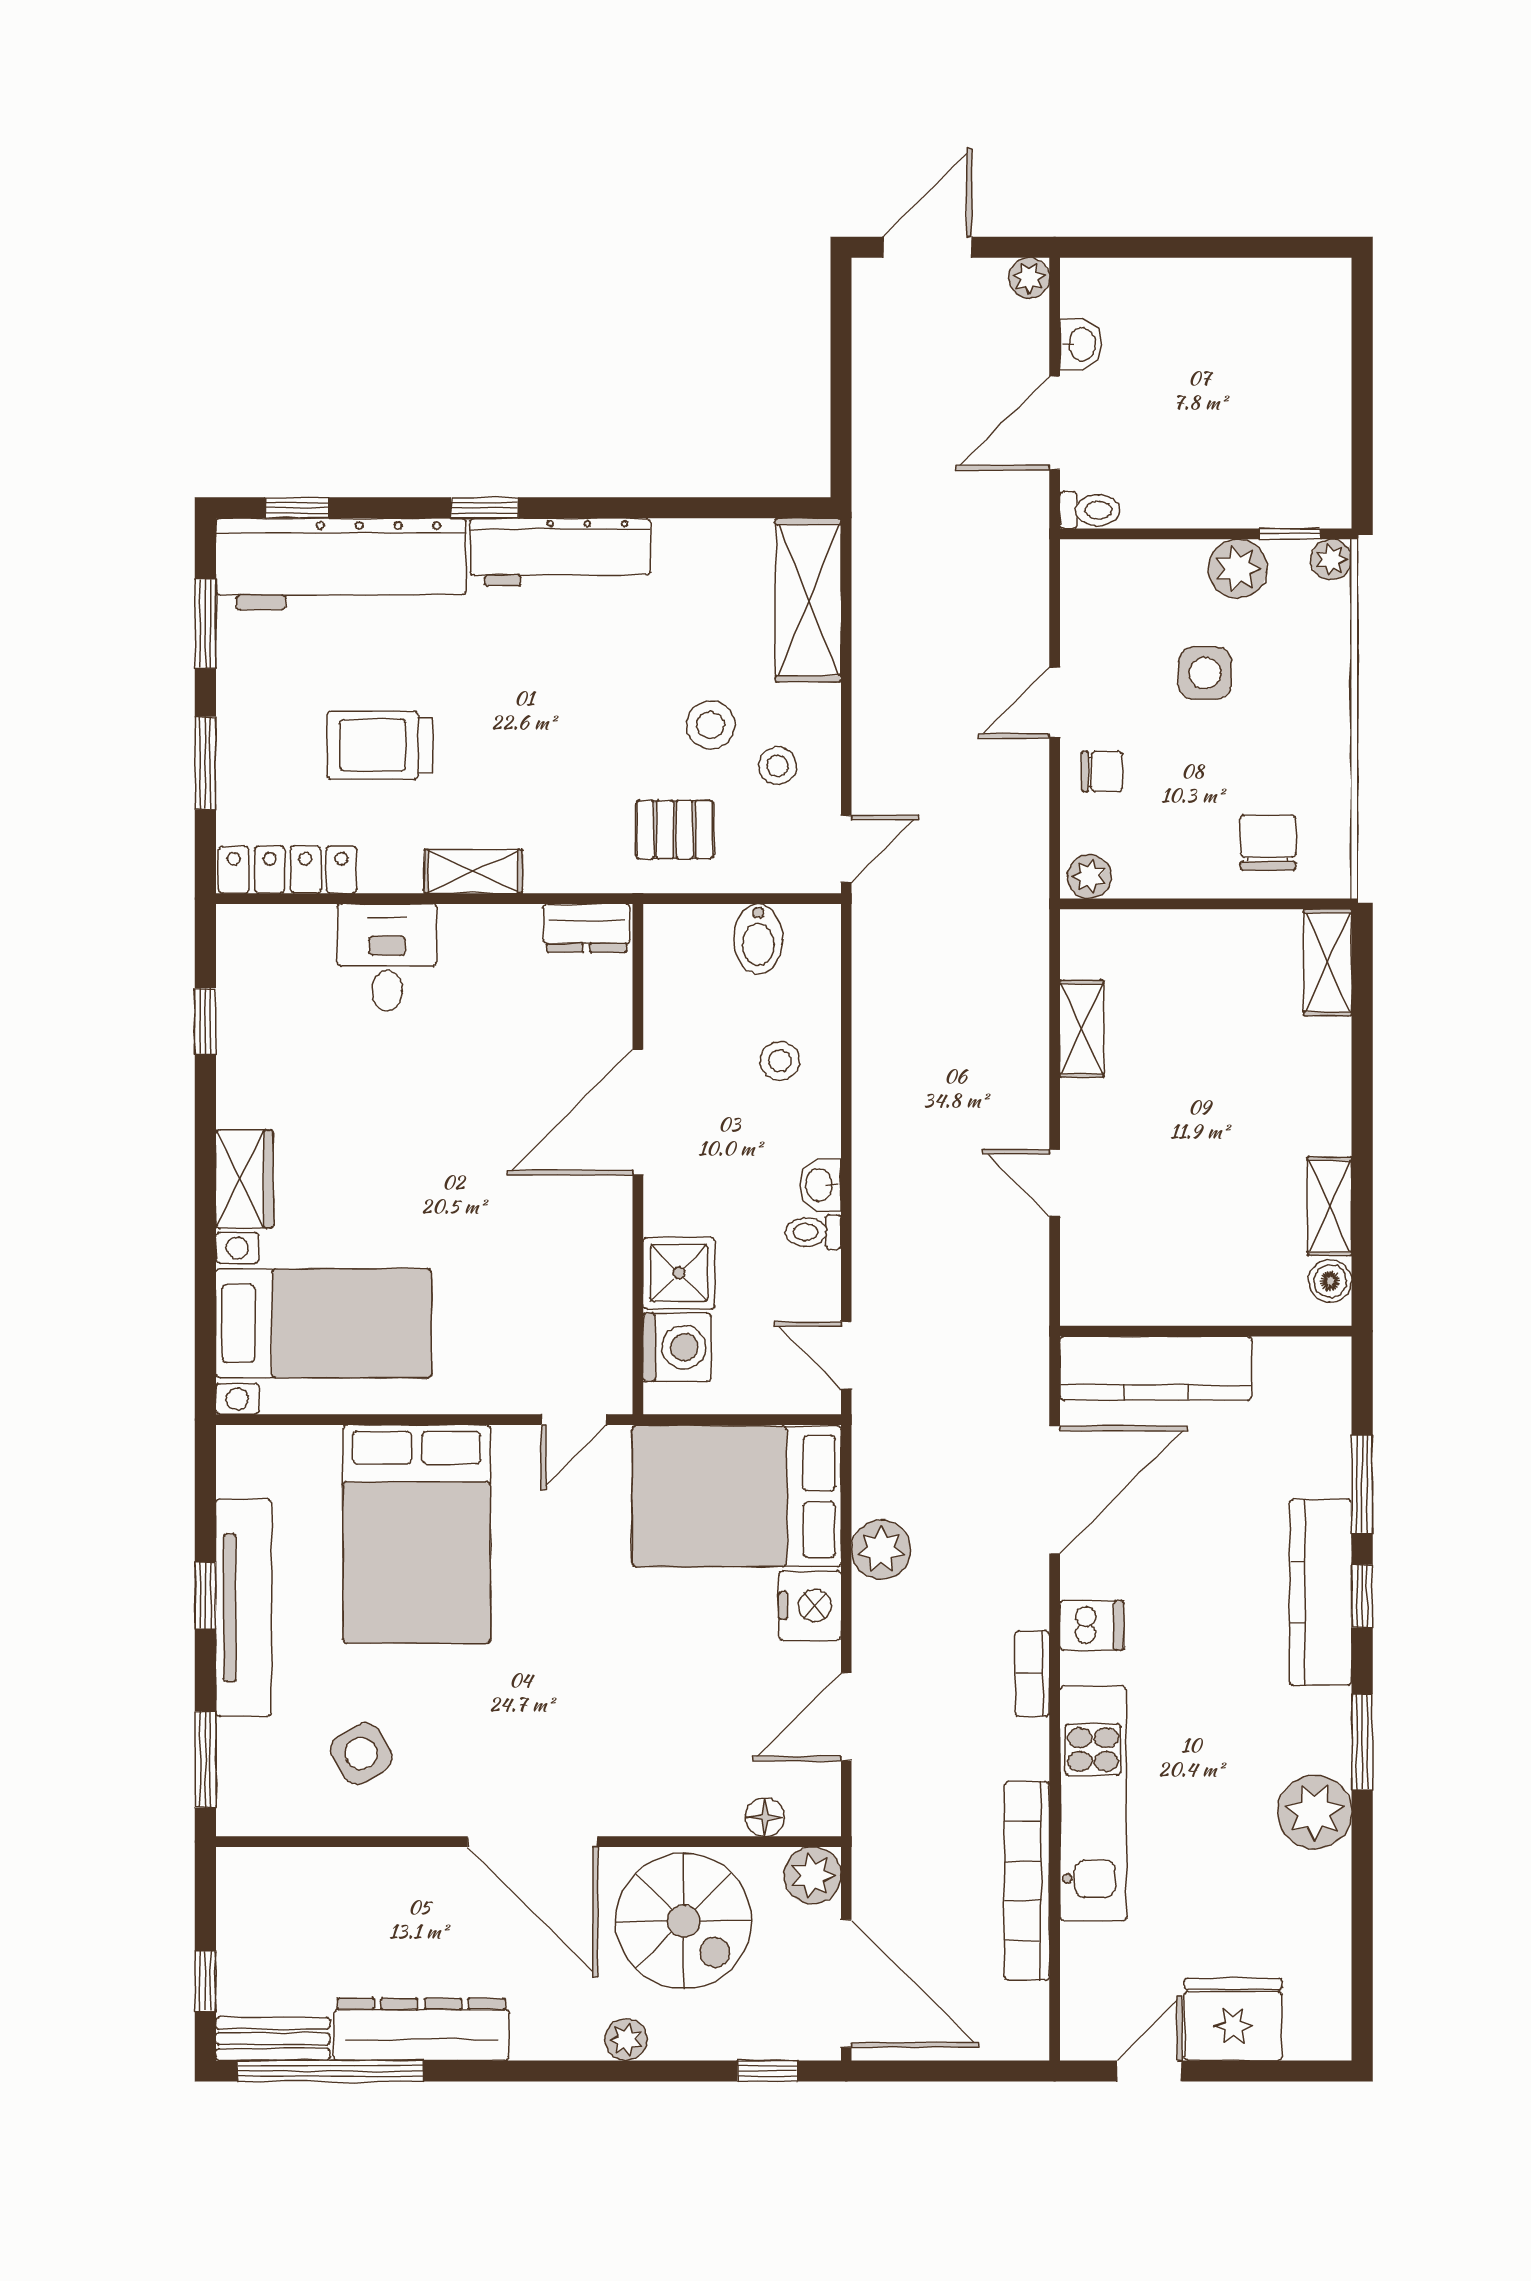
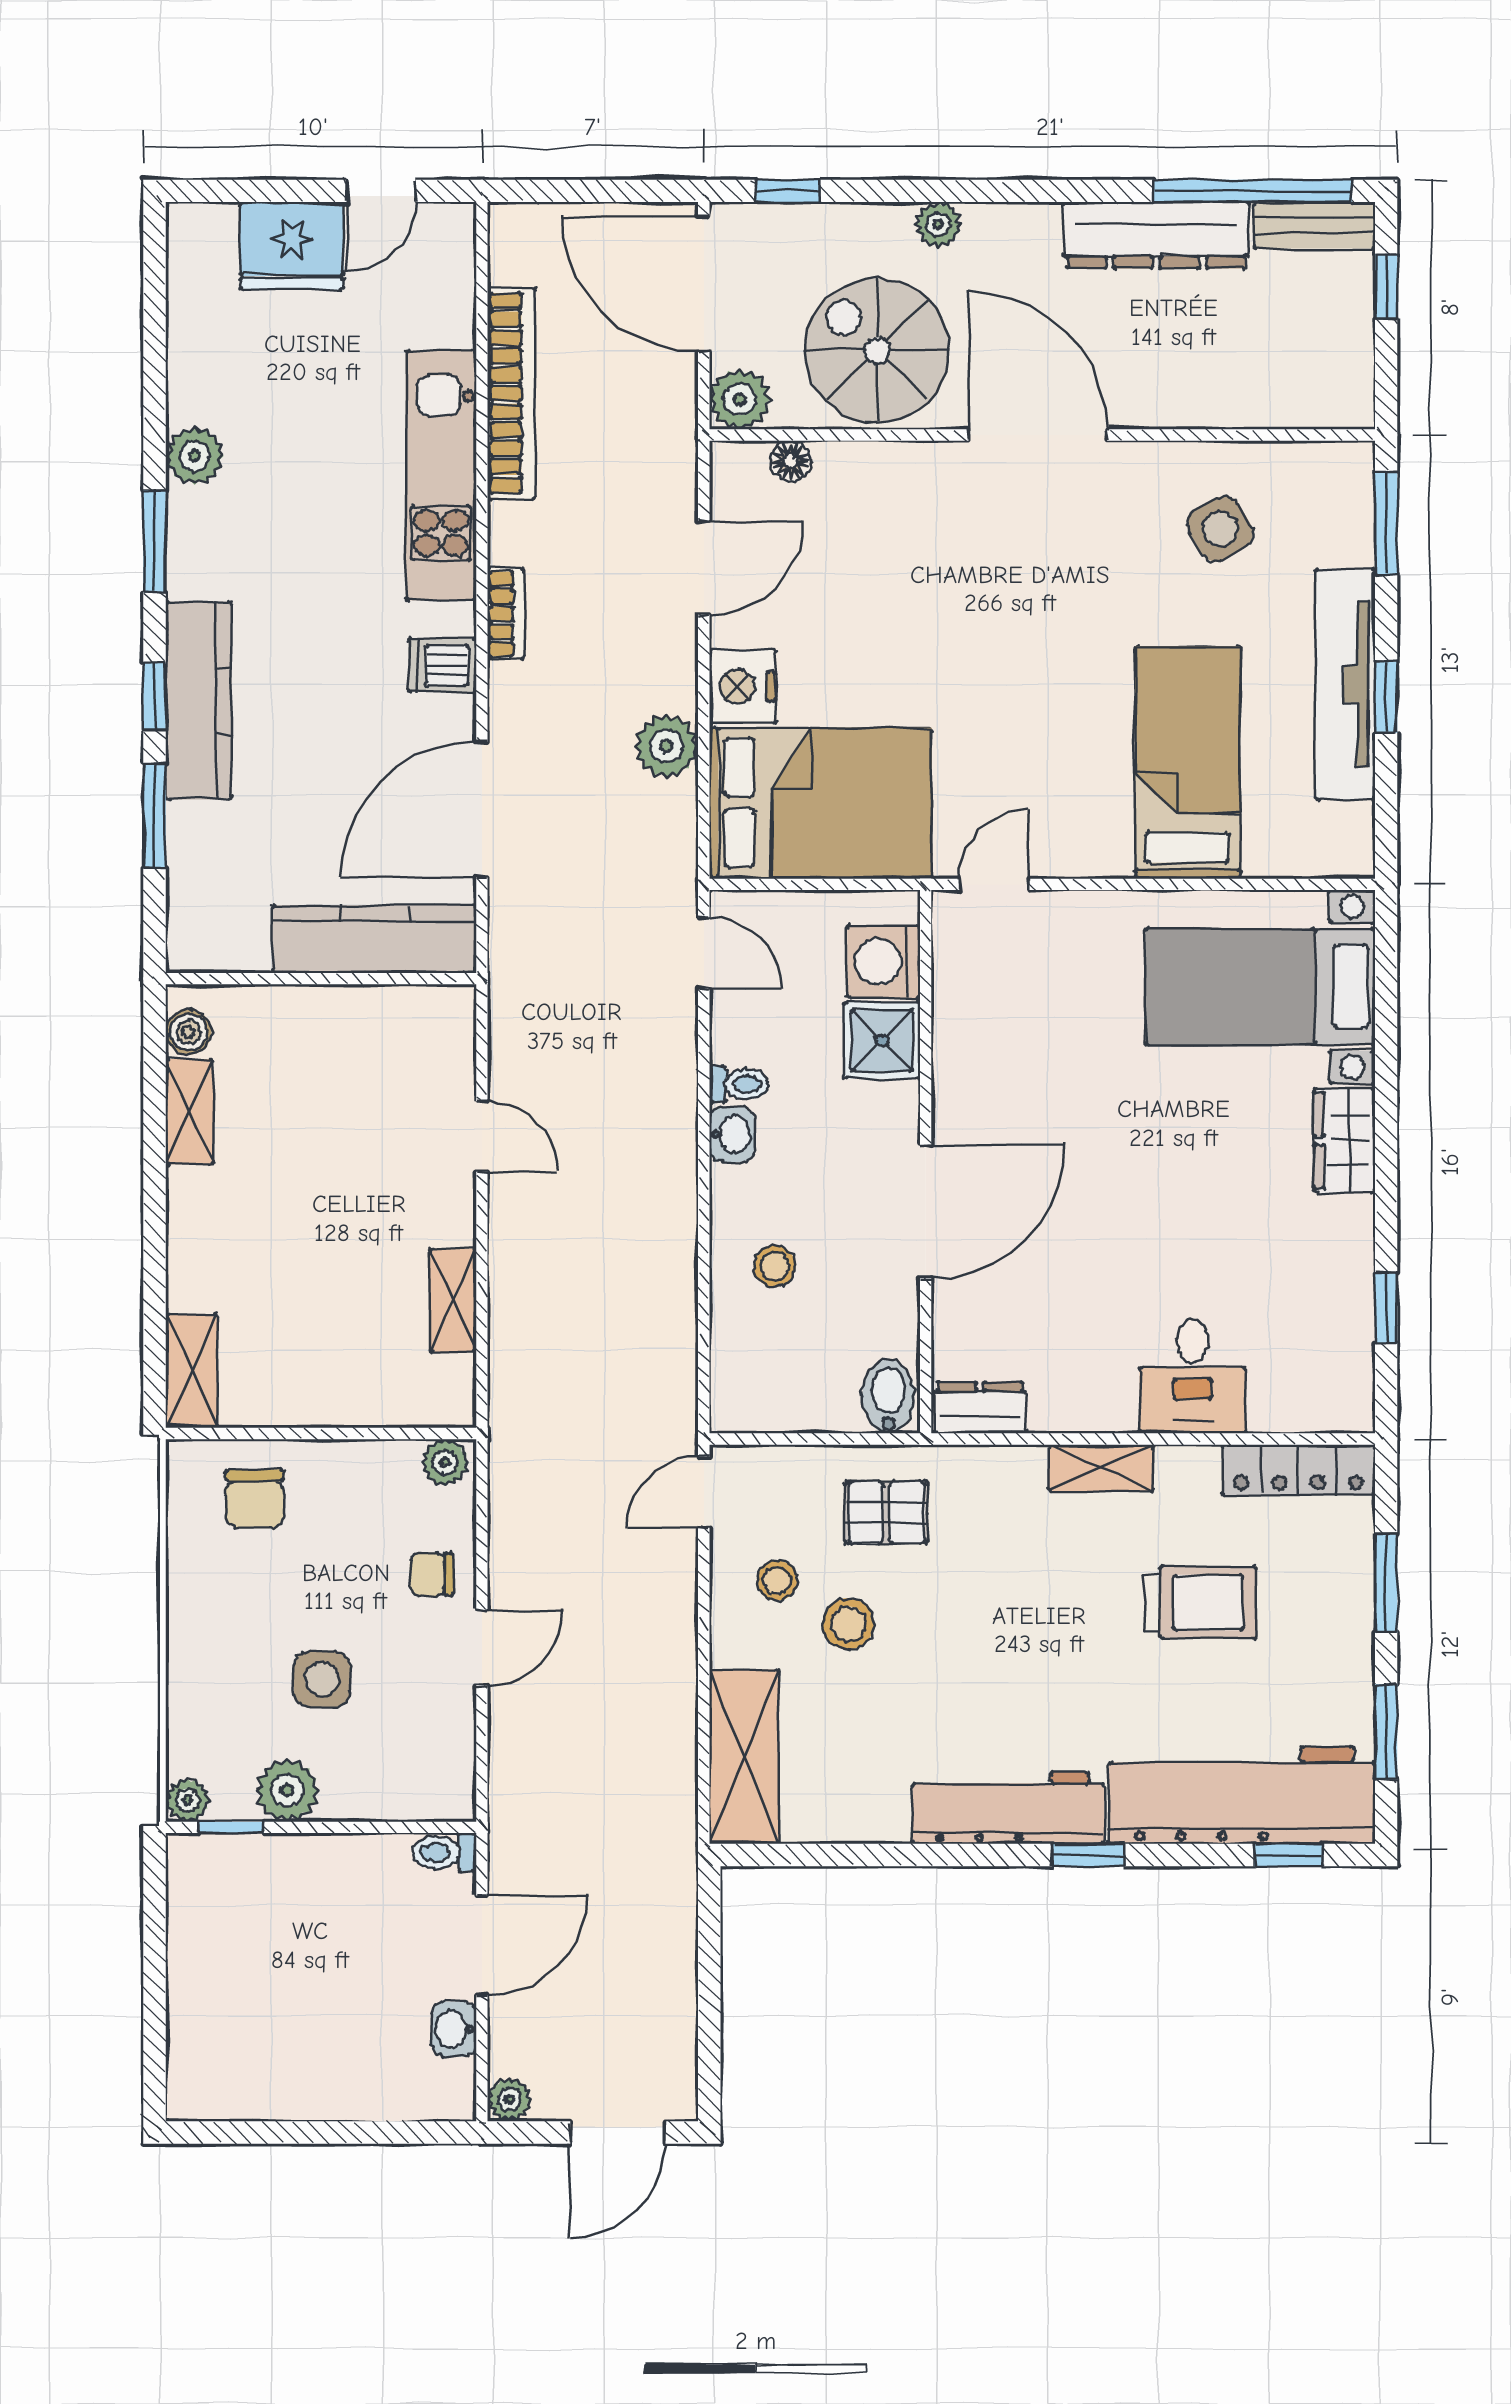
bidet: (758, 939) -> (888, 1396), moved
bed: (417, 1534) -> (1187, 763), width x0.67
plant: (1315, 1812) -> (195, 456), width x0.73, depth x0.73

